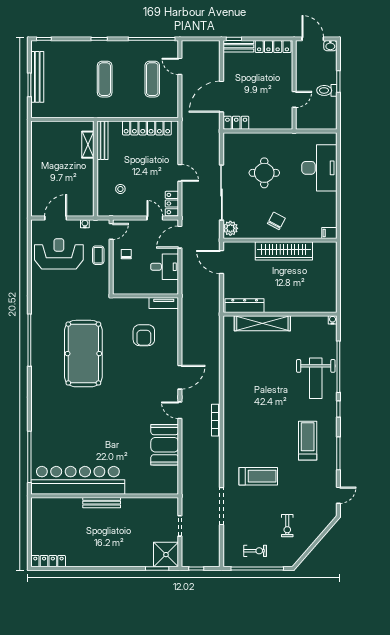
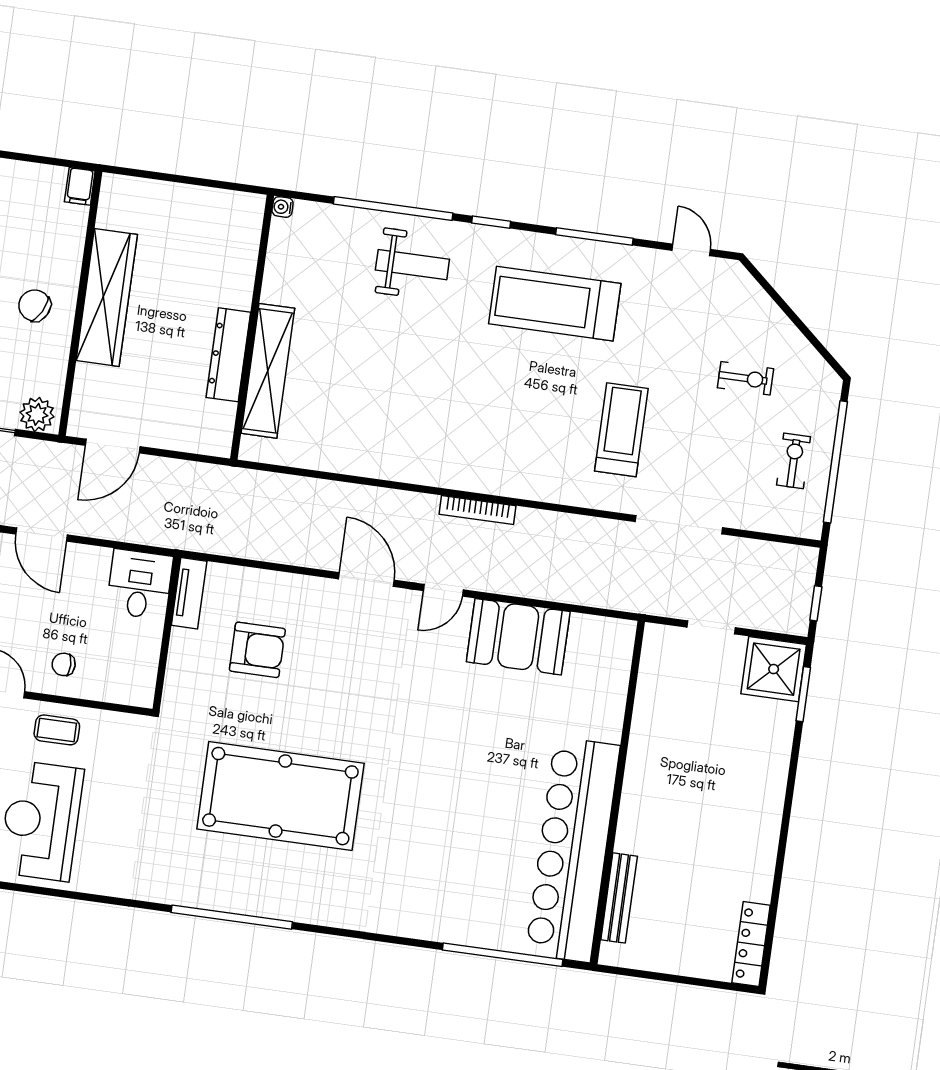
desk: (165, 267) -> (140, 584), moved
dresser: (245, 306) -> (228, 355), moved
weight bench: (316, 378) -> (412, 265), width x0.73, depth x0.75
treadmill: (308, 441) -> (555, 304), width x1.37, depth x1.38
bench: (102, 503) -> (619, 898), moved

